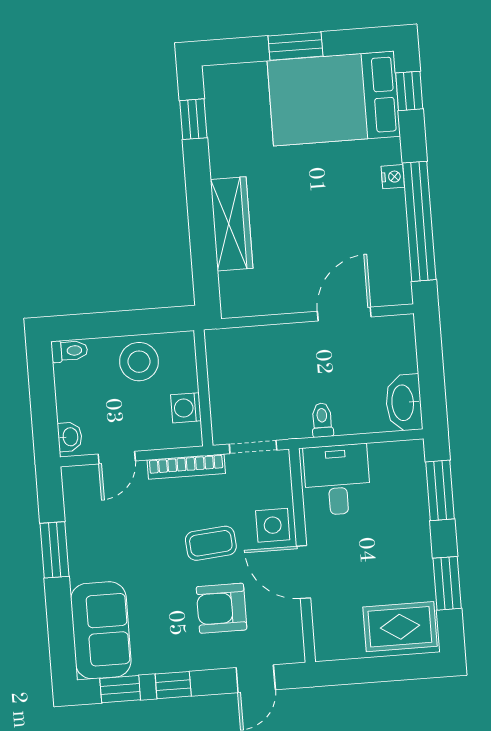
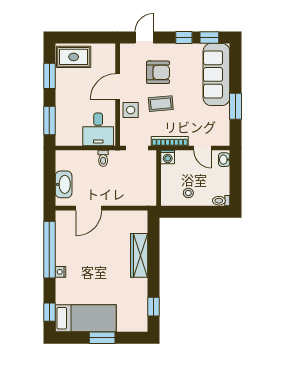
bed: (334, 98) -> (86, 318), width x0.67
stool: (139, 362) -> (188, 193), width x0.53, depth x0.53
washbasin: (404, 403) -> (64, 184), moved
washing machine: (186, 408) -> (168, 157), moved, turned 90
door: (117, 458) -> (203, 148), swing flipped
door: (303, 572) -> (118, 87), swing flipped
sofa: (101, 630) -> (216, 74), width x1.36

